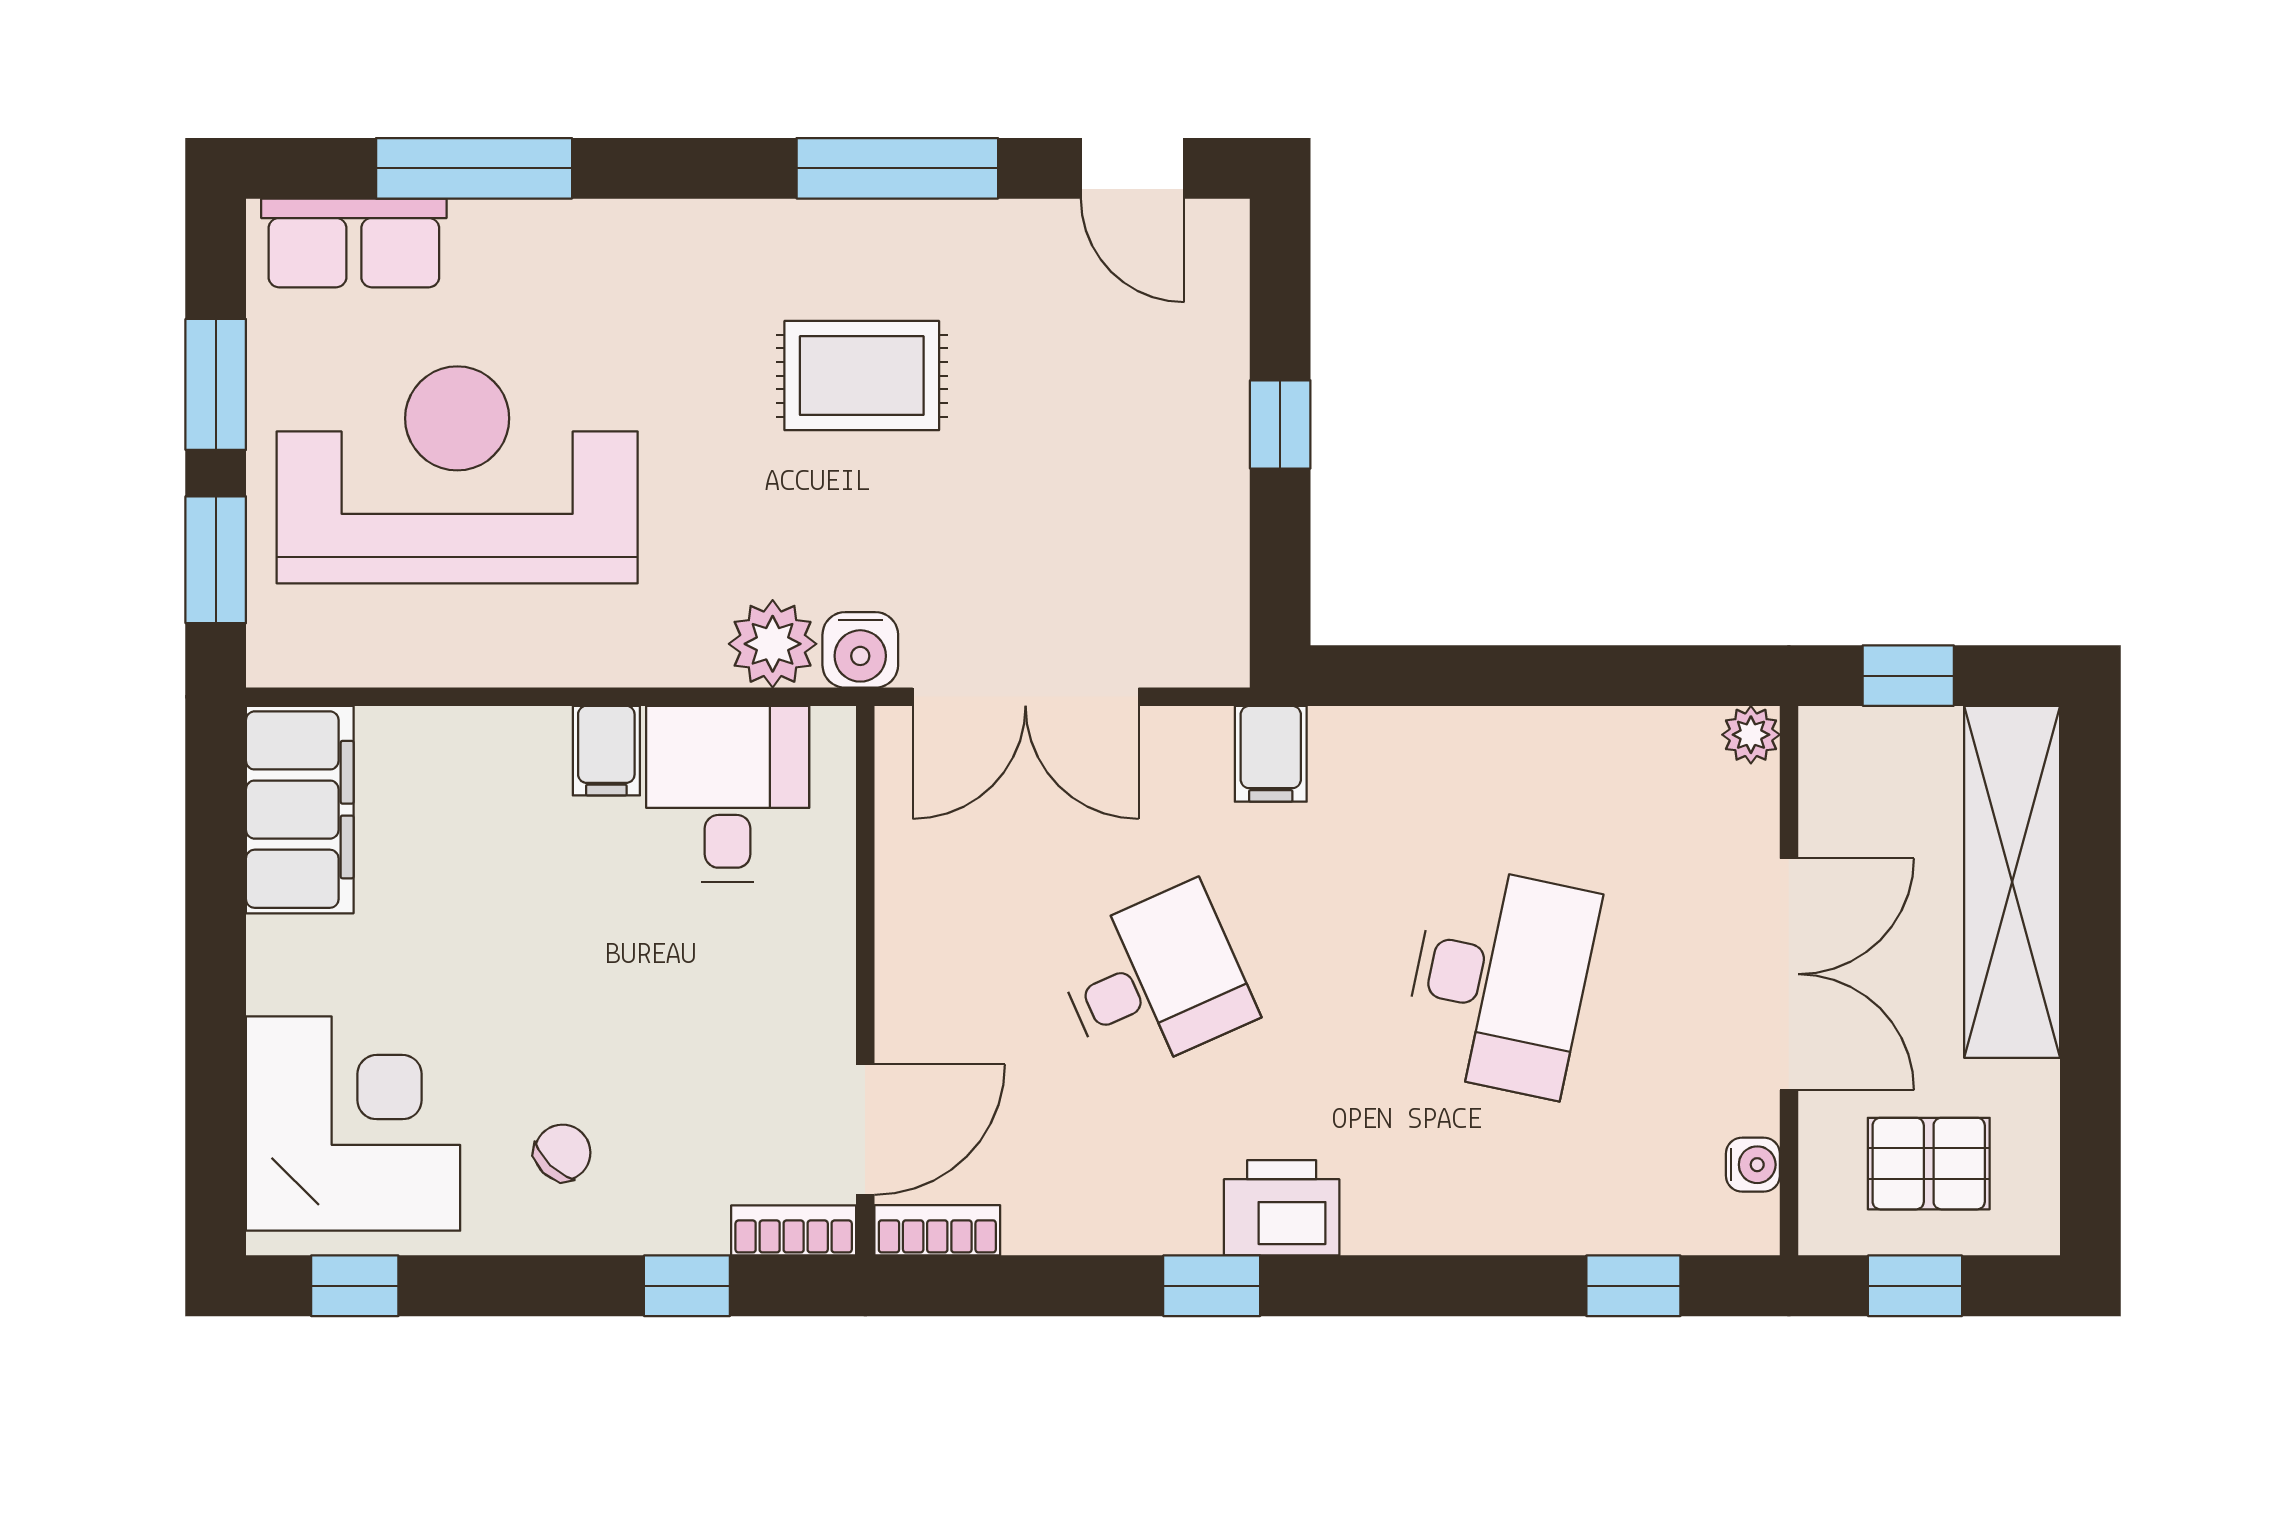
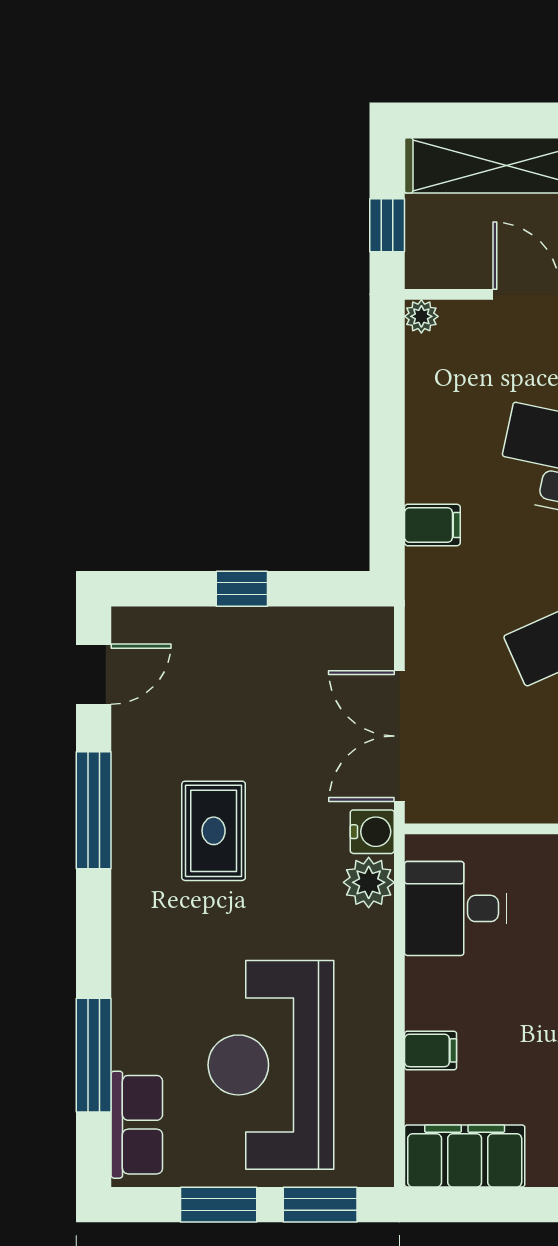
double door: (1026, 697) -> (399, 736), swing flipped
filing cabinet: (606, 751) -> (431, 1050), moved
filing cabinet: (1271, 754) -> (432, 525), moved

